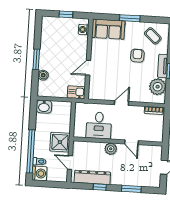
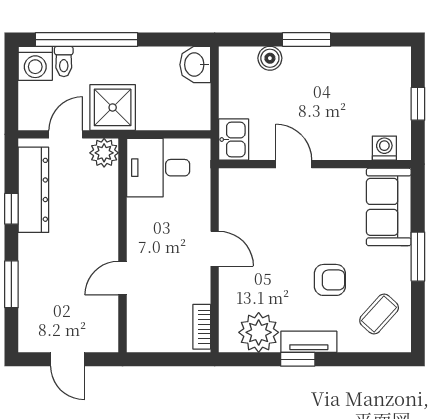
desk: (99, 125) -> (158, 168), moved
plant: (111, 149) -> (104, 153), moved

